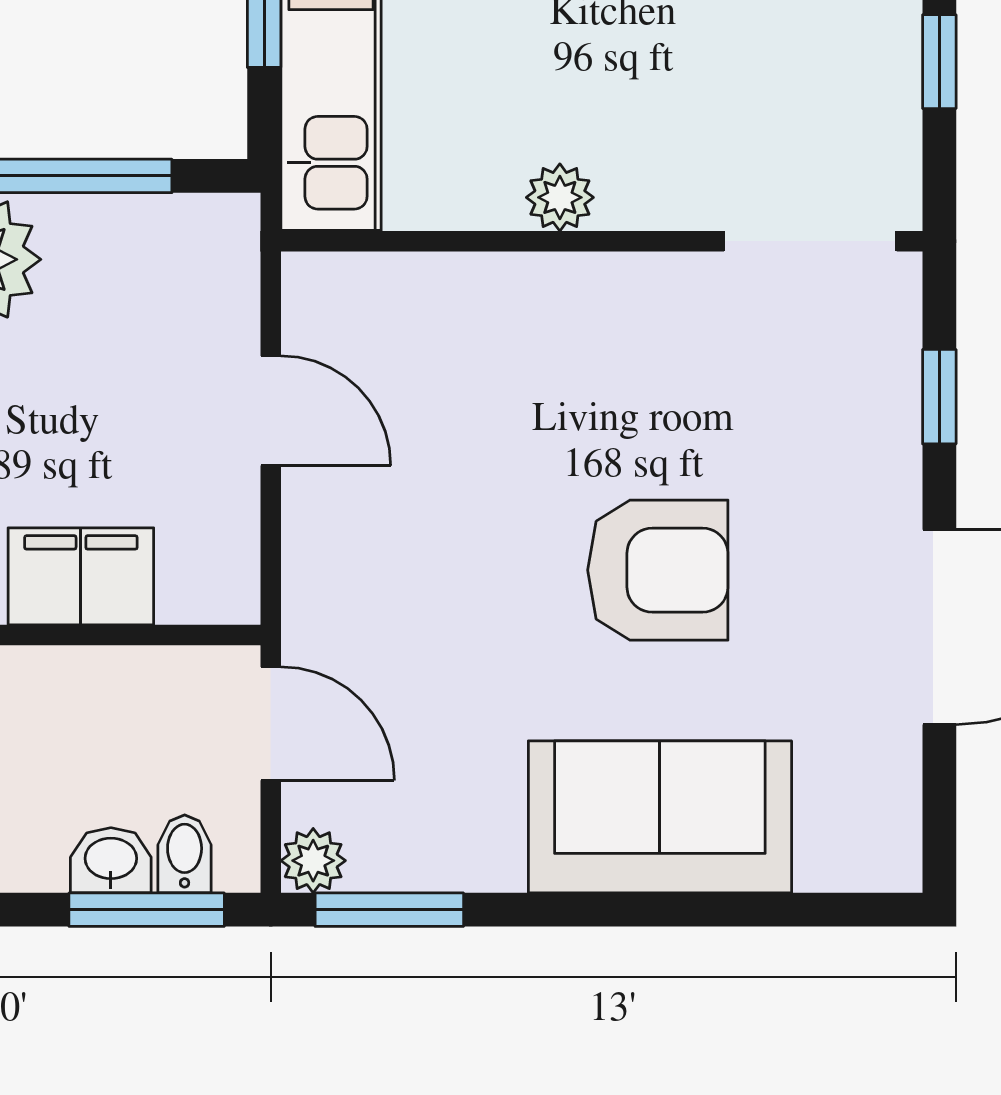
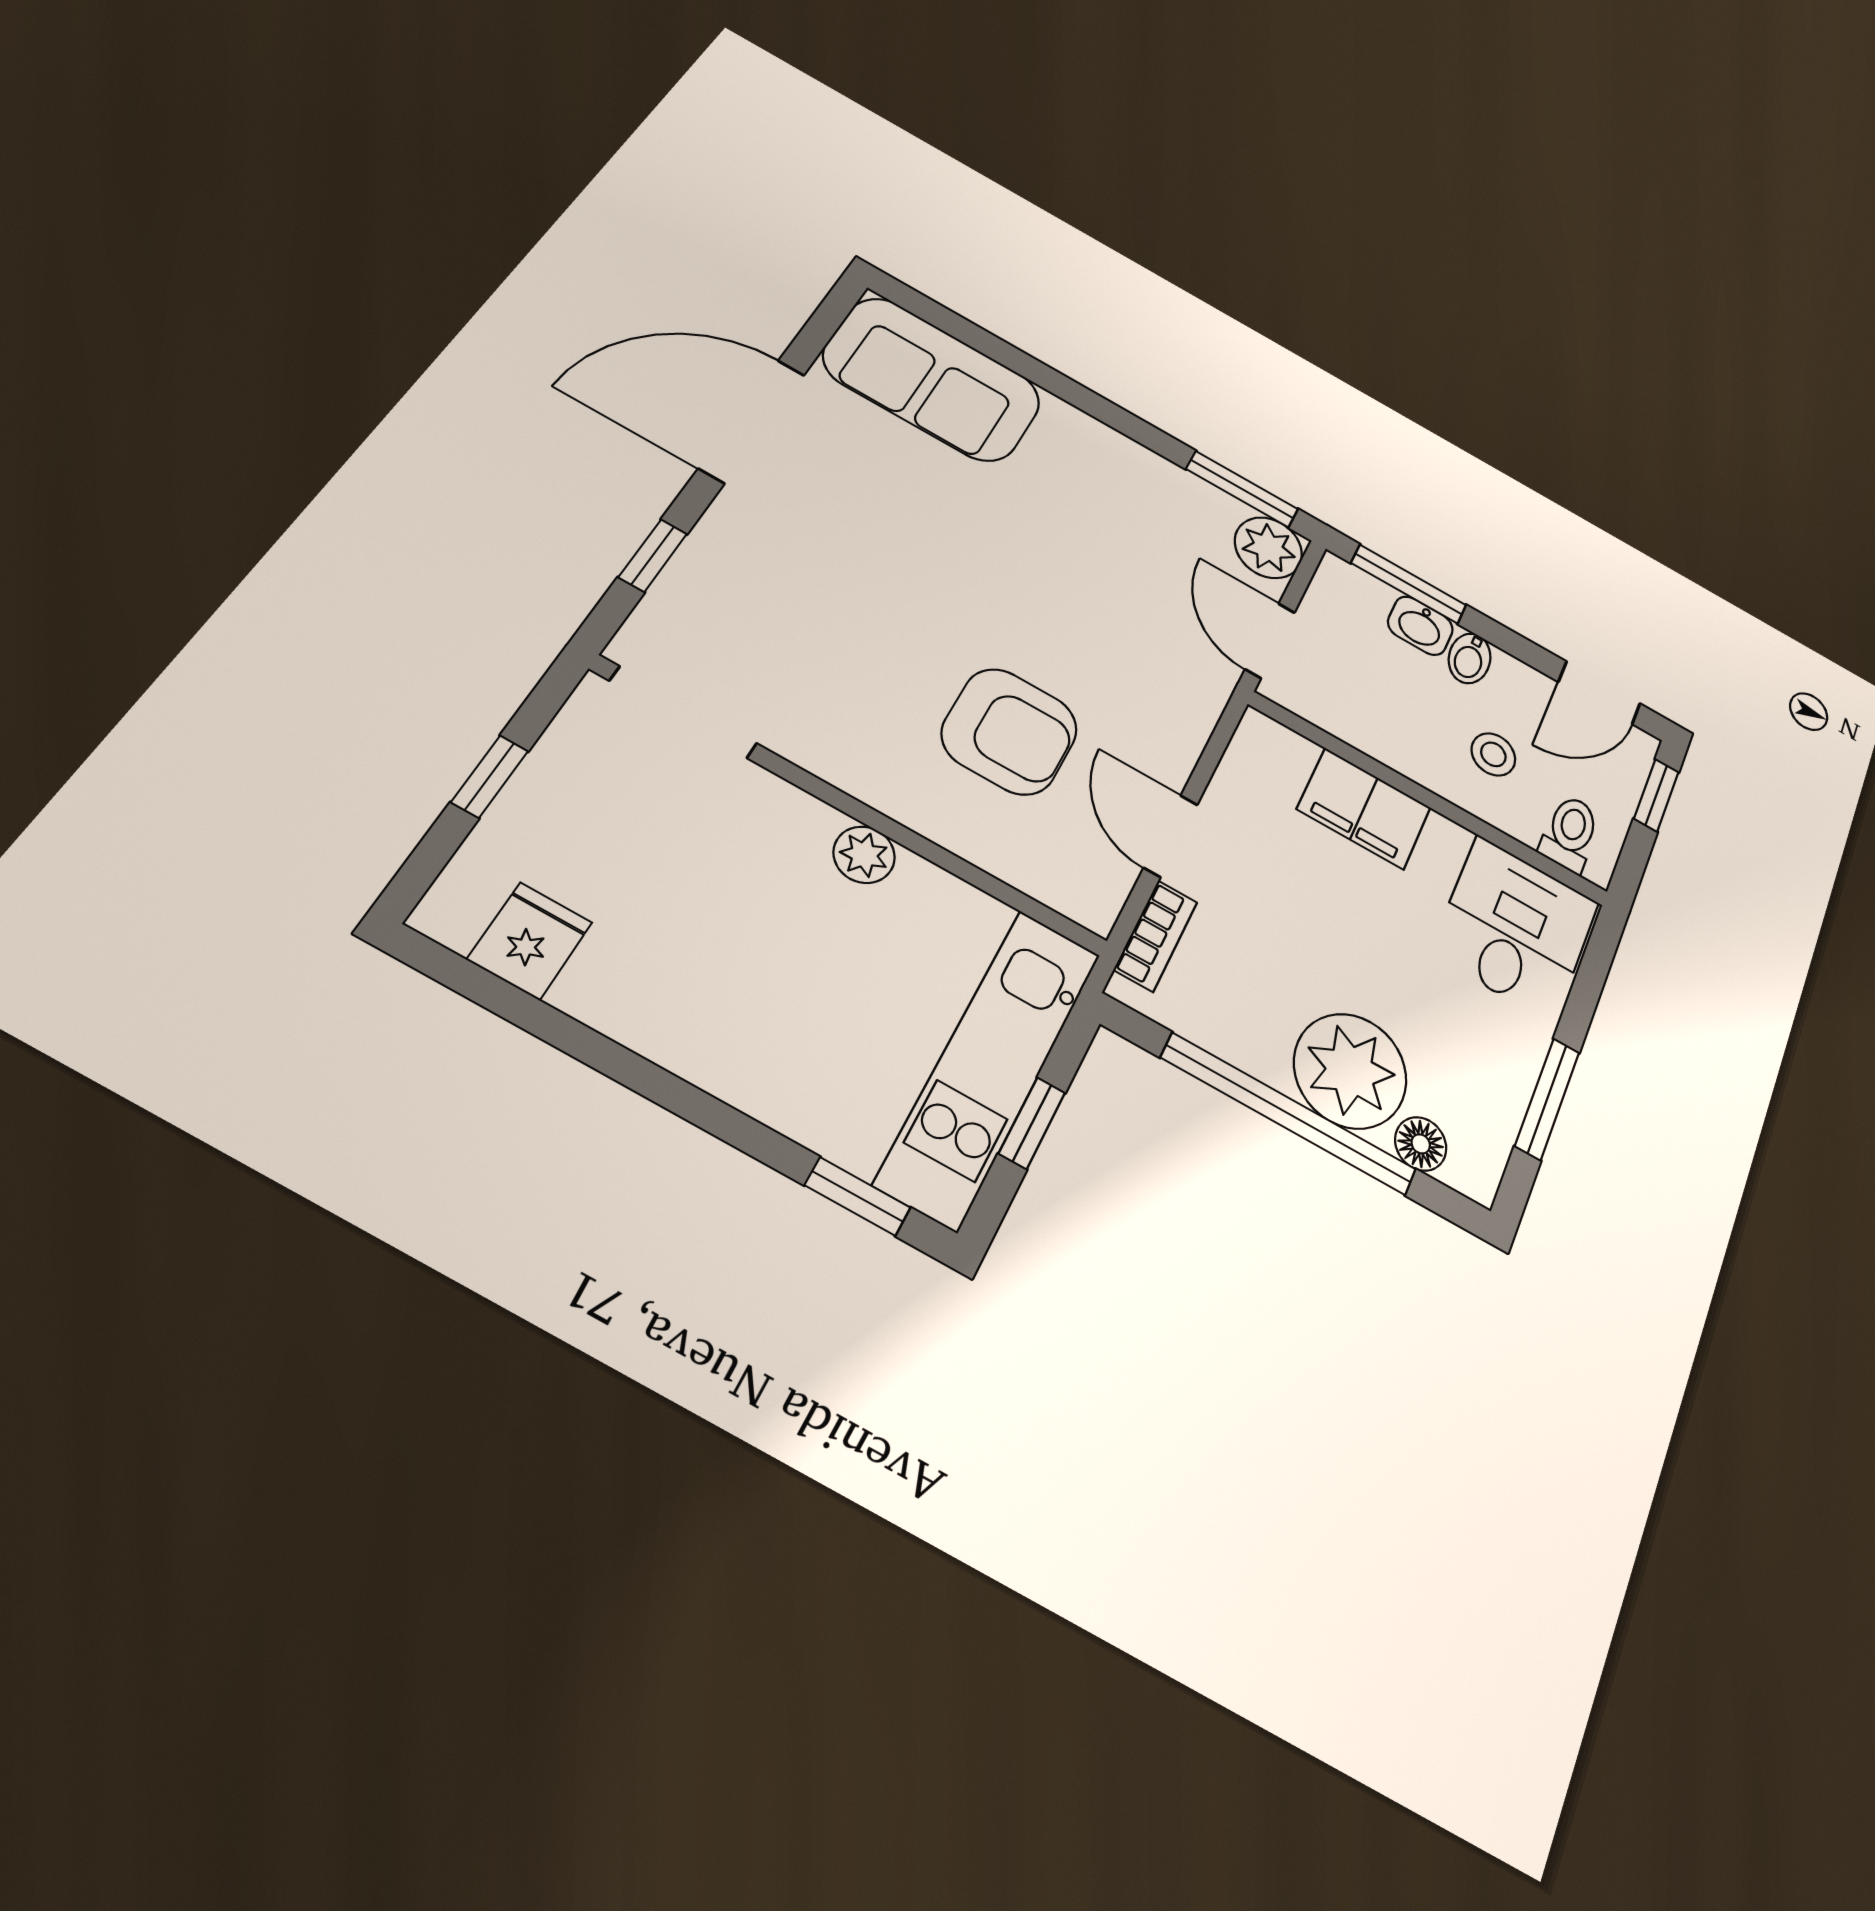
bookcase: (235, 288) -> (1156, 936), added
armchair: (658, 570) -> (1009, 731), moved, turned 180
sofa: (660, 817) -> (932, 379), moved
bidet: (185, 854) -> (1470, 658), moved
plant: (313, 861) -> (1268, 548), width x1.38, depth x1.38

